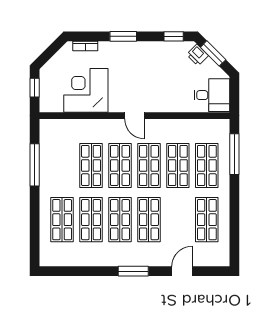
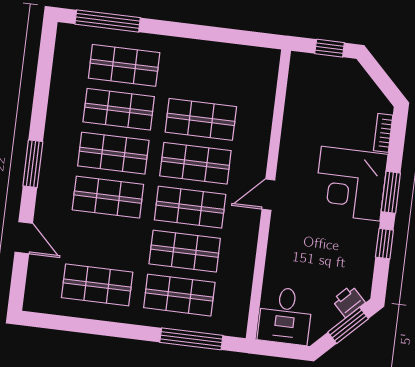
window: (174, 36) -> (384, 244), moved
corner desk: (86, 90) -> (351, 184), moved, turned 180
window: (35, 165) -> (108, 21), moved

